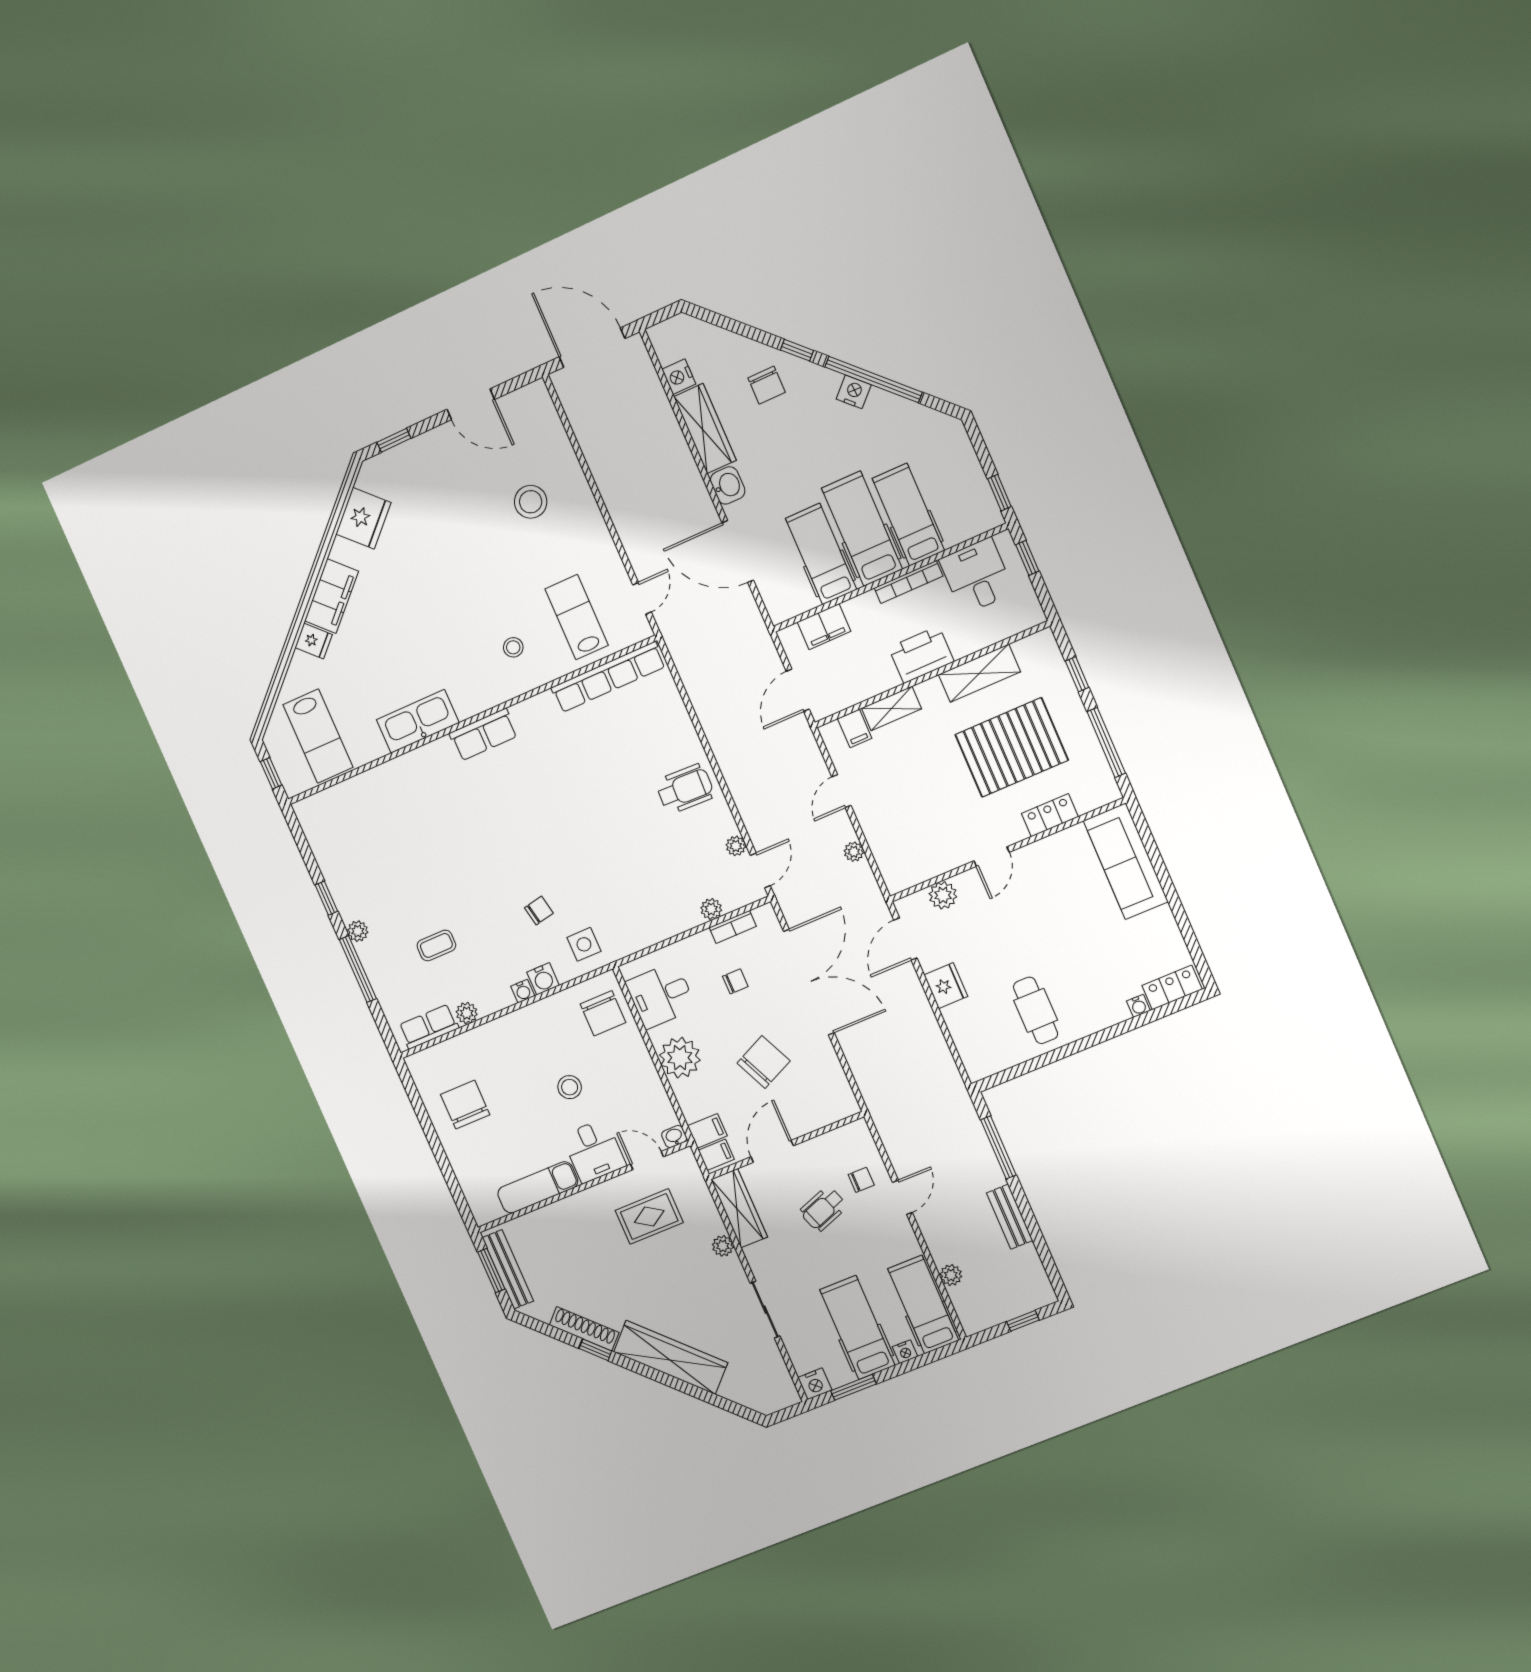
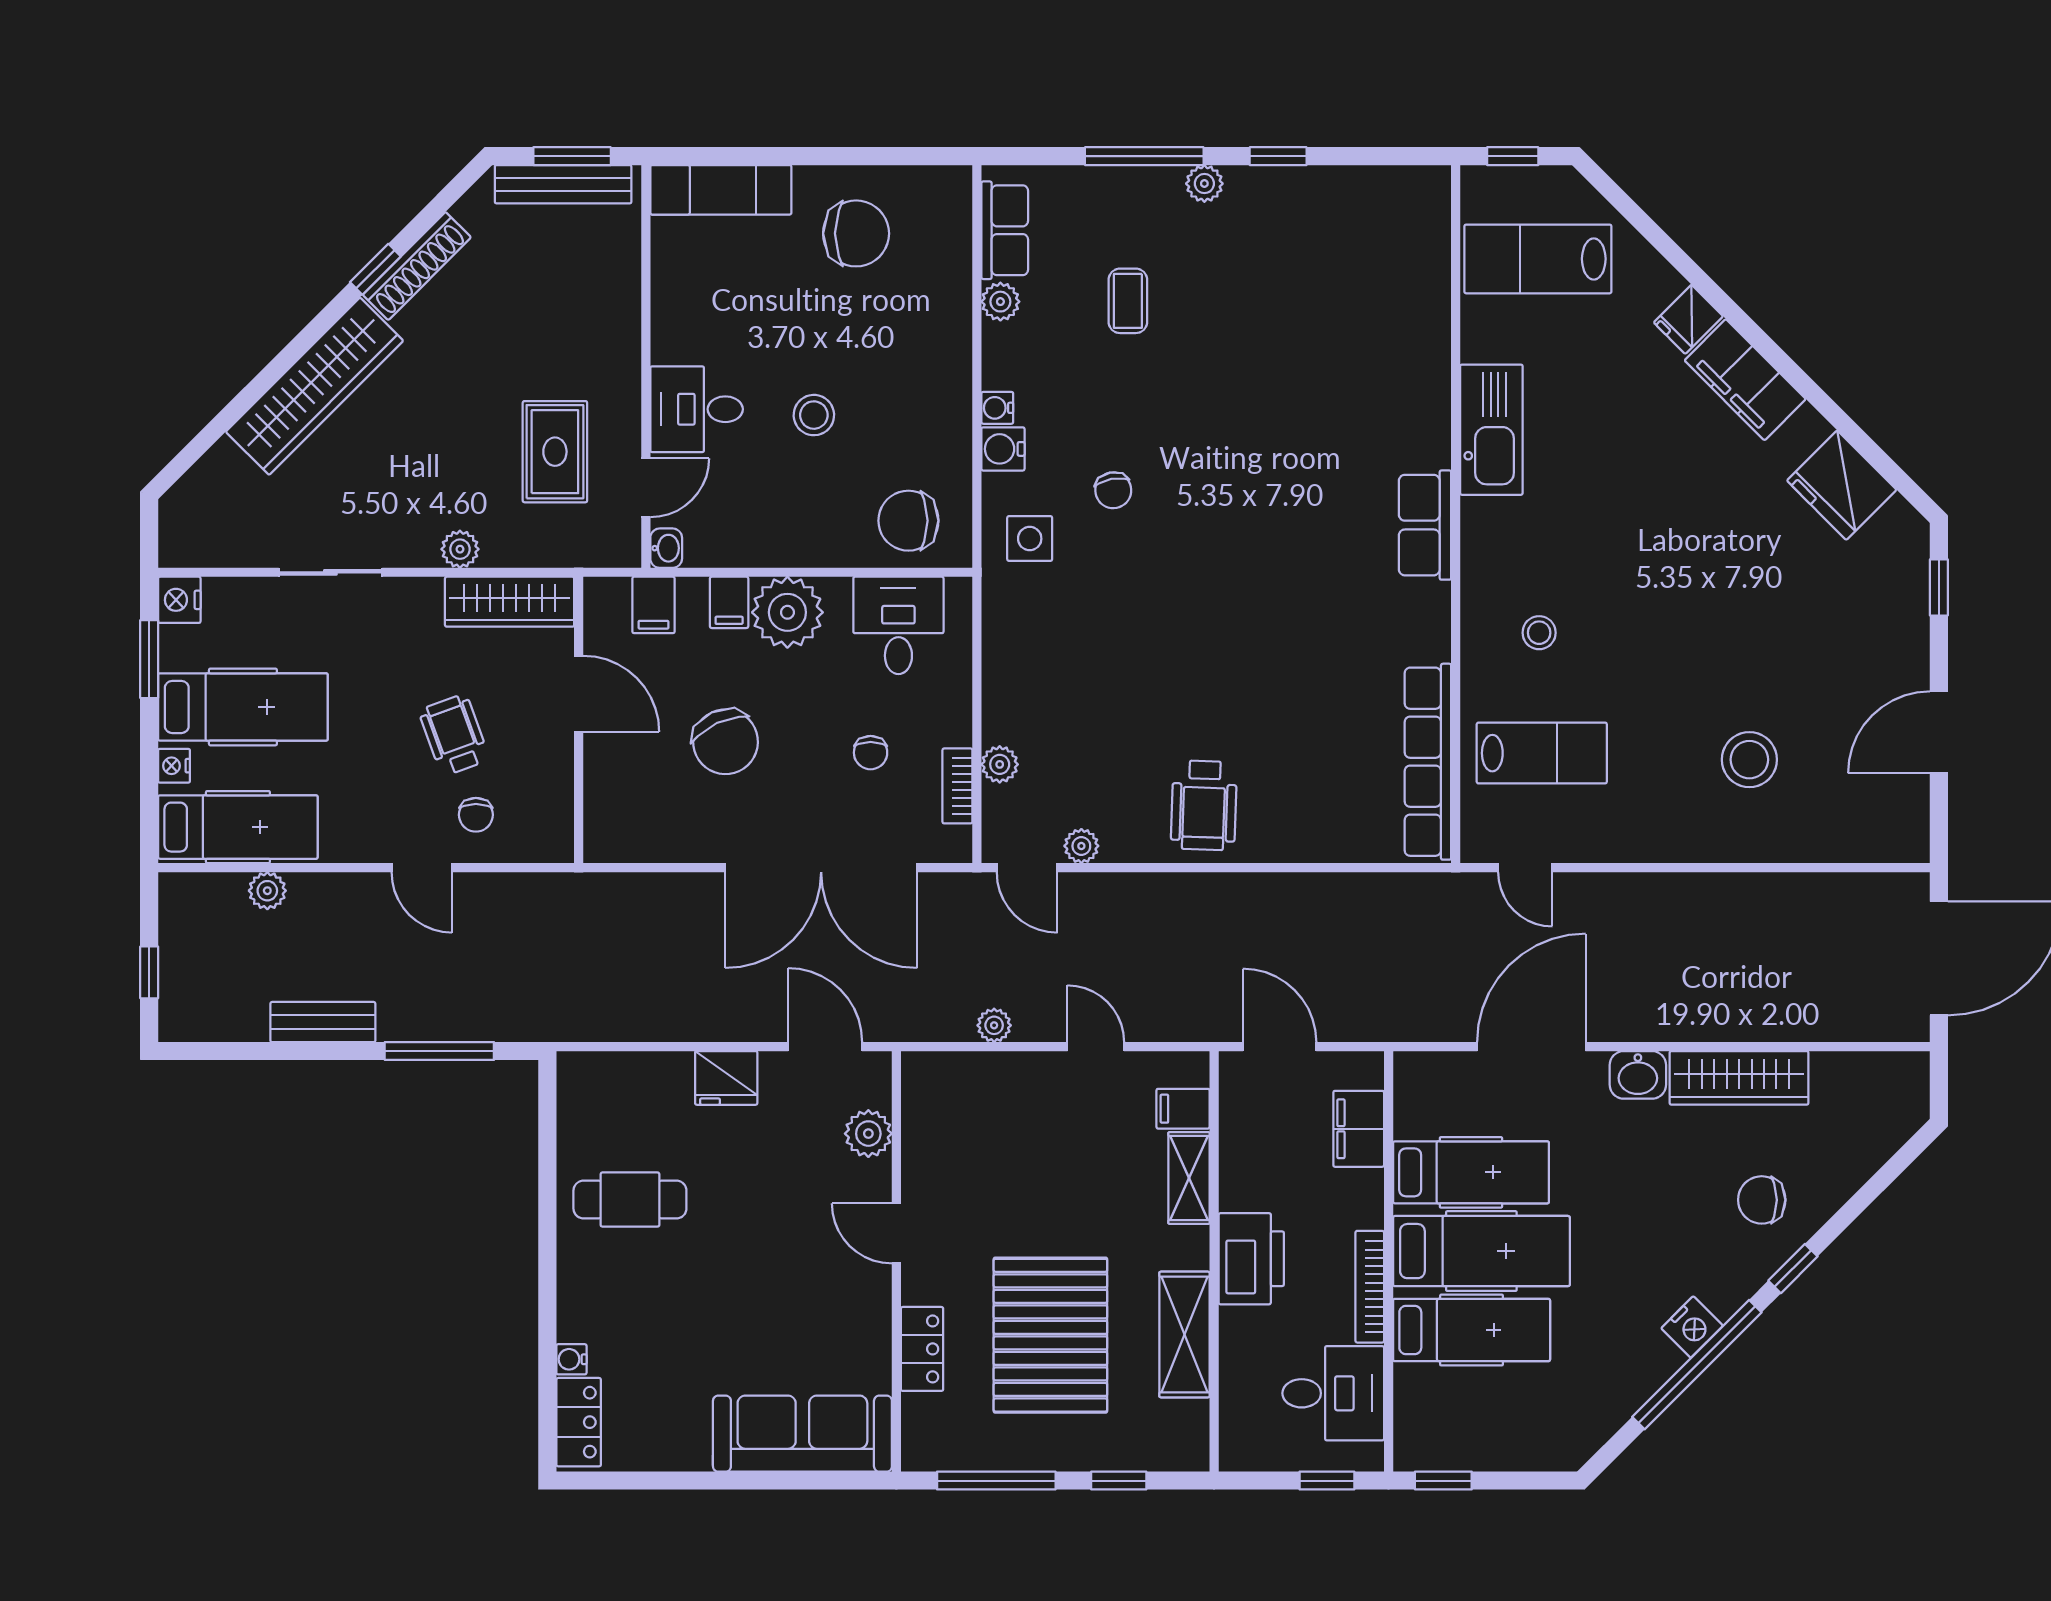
nightstand: (679, 377) -> (1835, 1072), removed
filing cabinet: (716, 1155) -> (729, 602), moved
exam couch: (538, 1187) -> (721, 190), moved, turned 90

